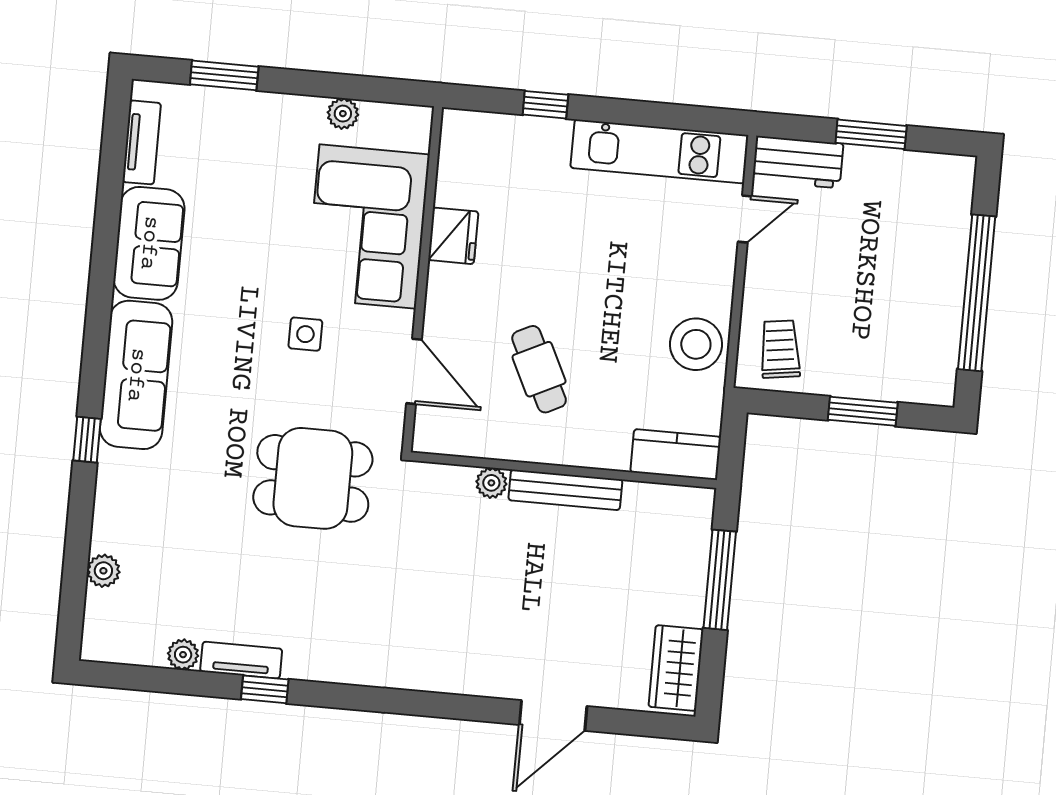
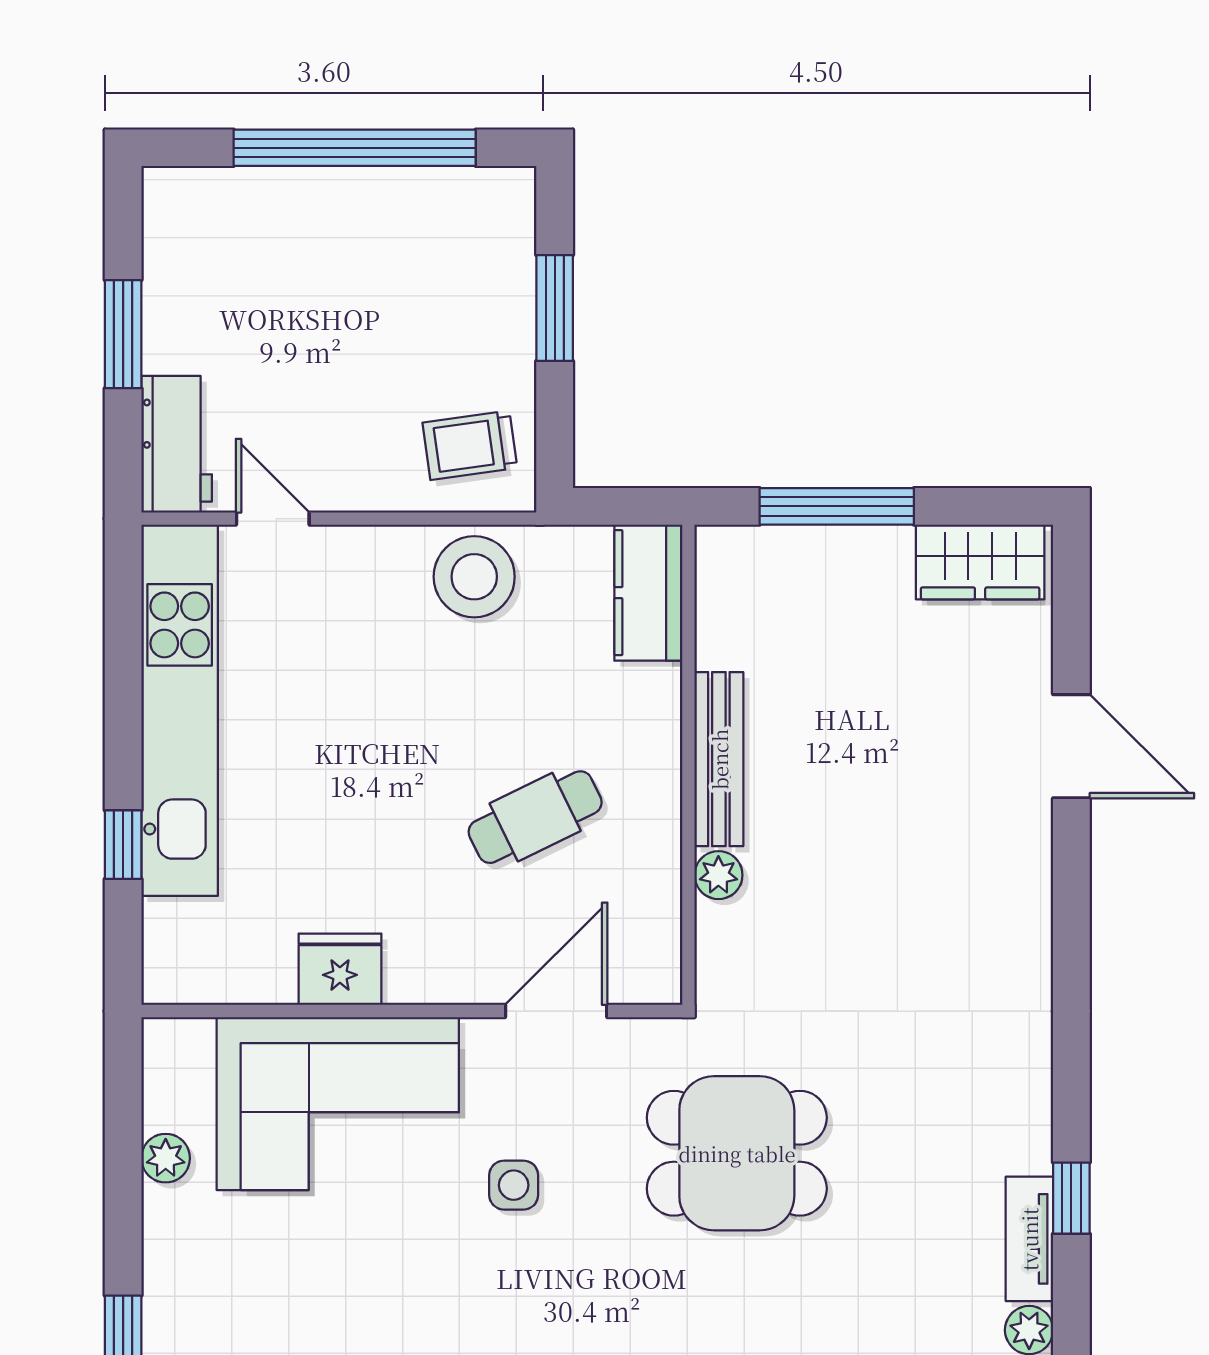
kitchen unit: (659, 151) -> (180, 710), width x1.36
dining table: (313, 478) -> (737, 1153), turned 90

